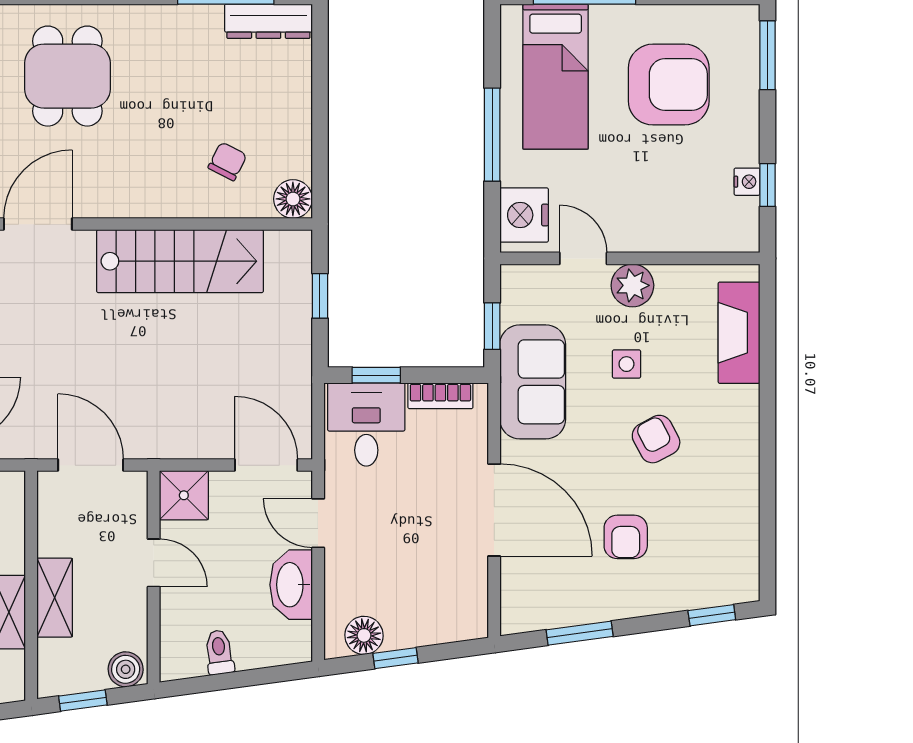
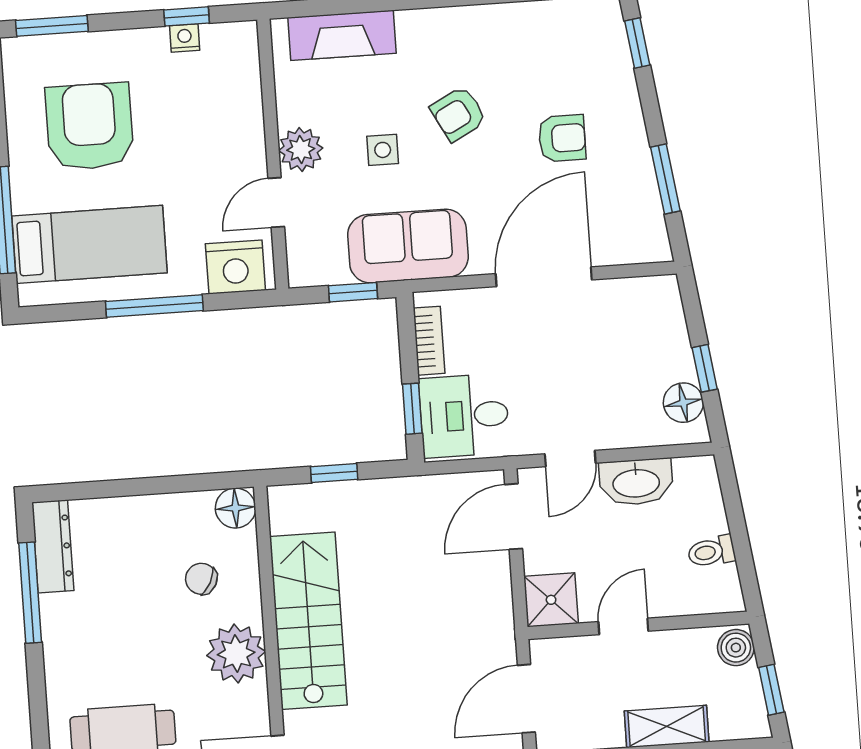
plant: (153, 190) -> (236, 653), added

